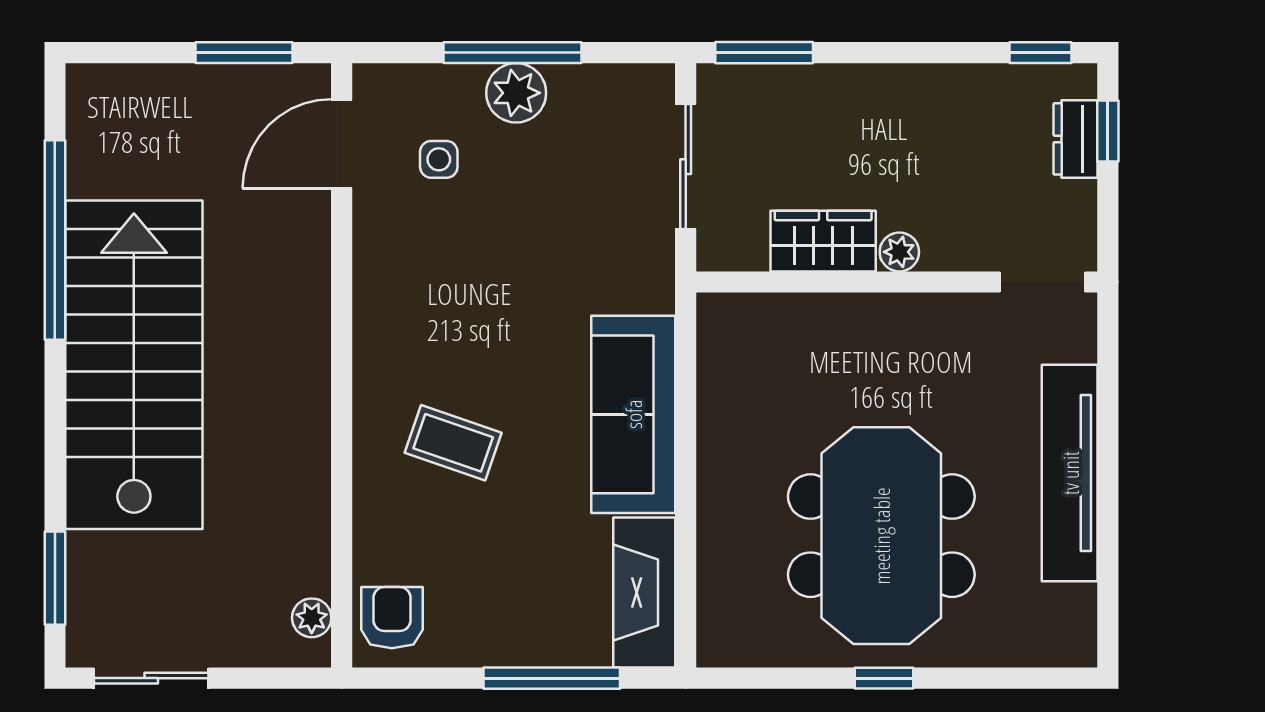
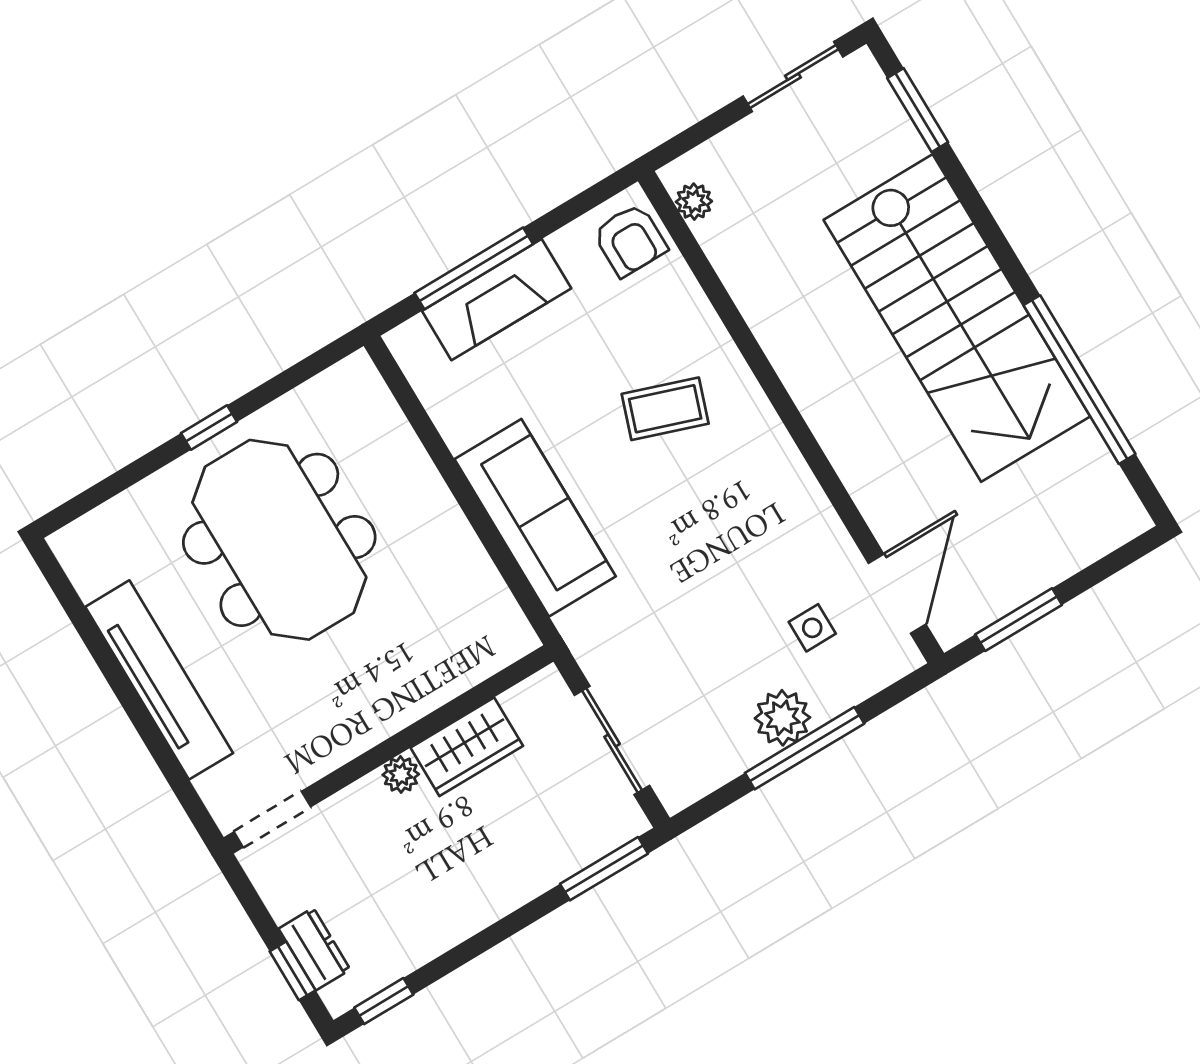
fireplace: (644, 592) -> (497, 300), moved, turned 90

